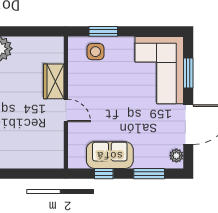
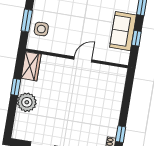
window: (17, 31) -> (16, 87), added
wardrobe: (54, 81) -> (31, 66), moved, turned -90

